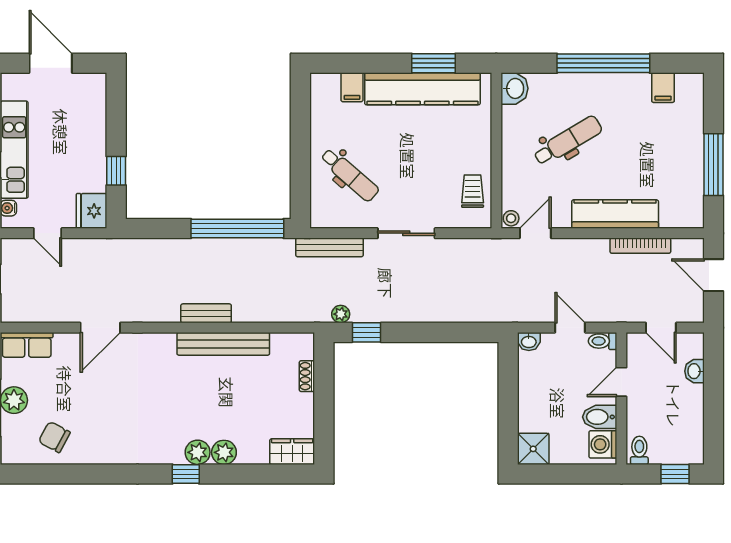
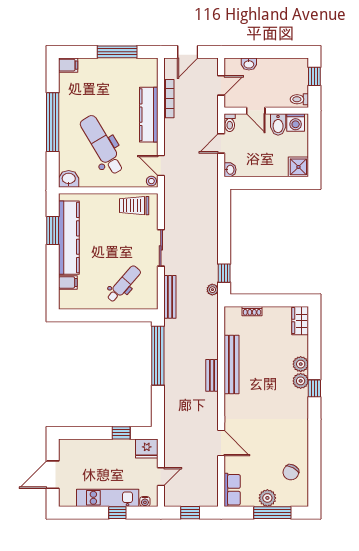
filing cabinet: (663, 88) -> (68, 65), moved
dental chair: (568, 141) -> (102, 145), width x1.36, depth x1.38
trolley: (473, 191) -> (134, 206), width x1.36, depth x1.39

